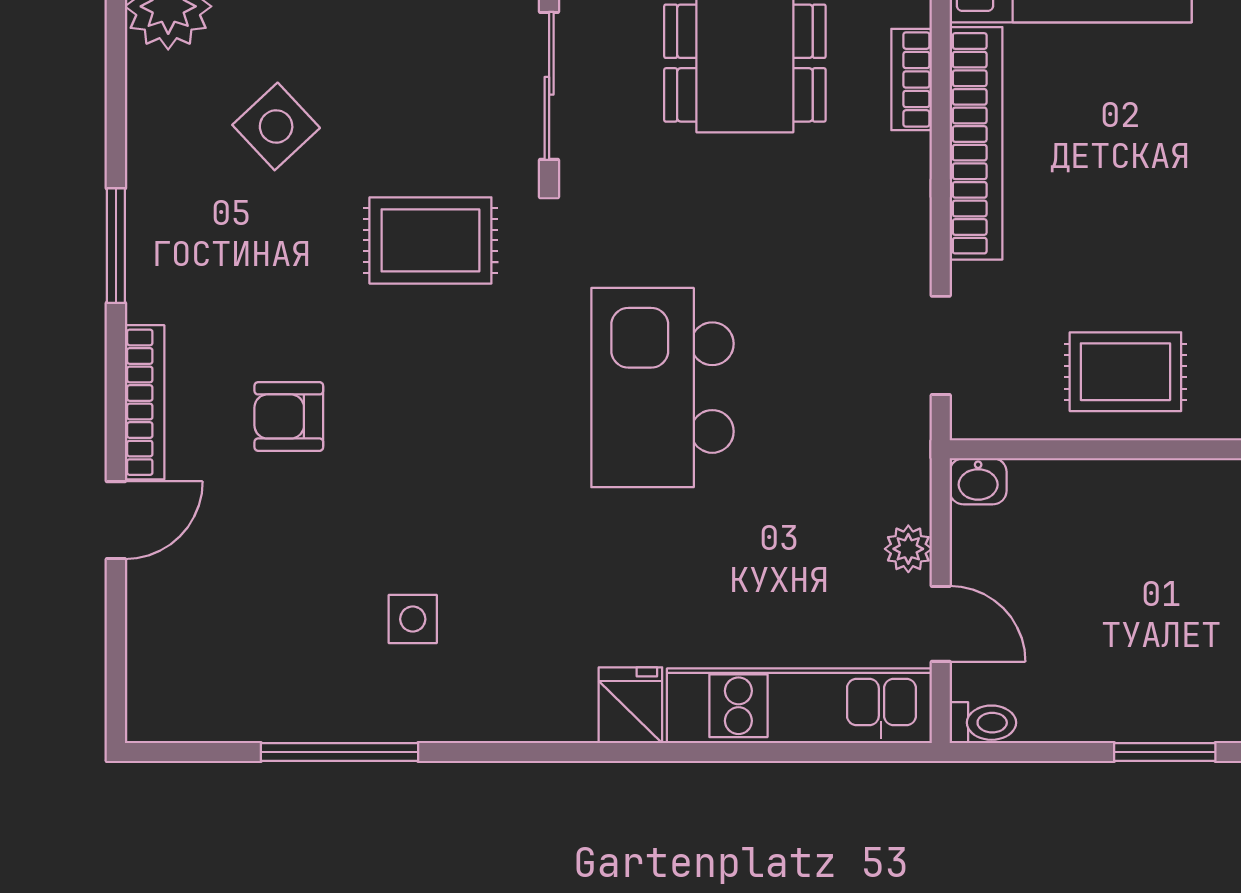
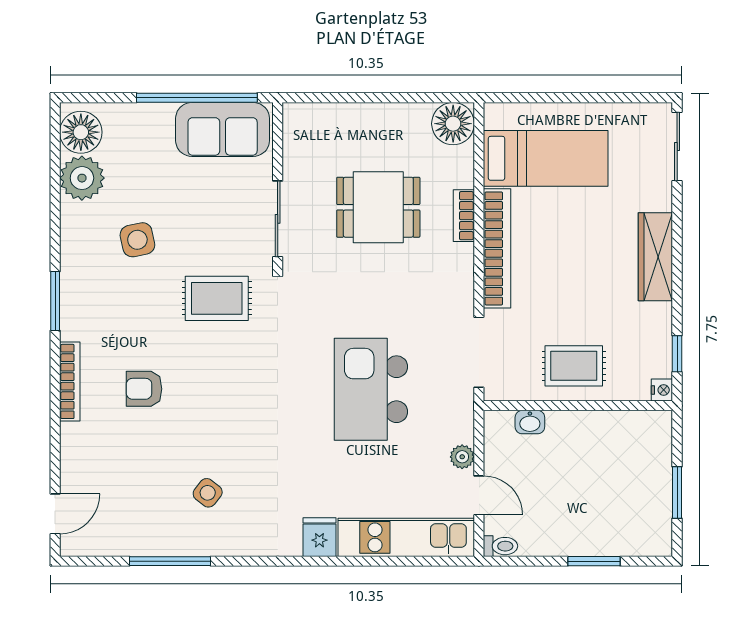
side table: (276, 126) -> (137, 240), turned 31
doorway: (941, 345) -> (479, 352), width x1.38
kitchen island: (663, 388) -> (371, 389), moved
washbasin: (978, 481) -> (530, 422), moved
door: (116, 520) -> (55, 514), moved
side table: (413, 619) -> (208, 493), turned 38

